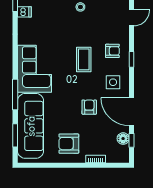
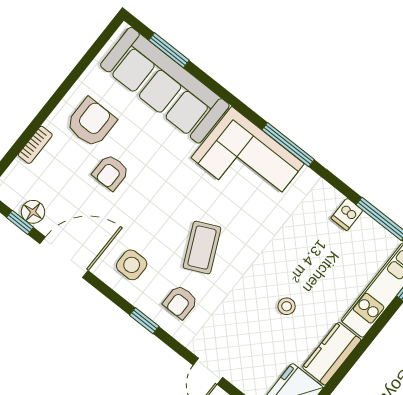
coffee table: (84, 59) -> (202, 248), turned 65
window: (15, 95) -> (288, 145), moved
armchair: (89, 107) -> (111, 172), moved, turned 90

